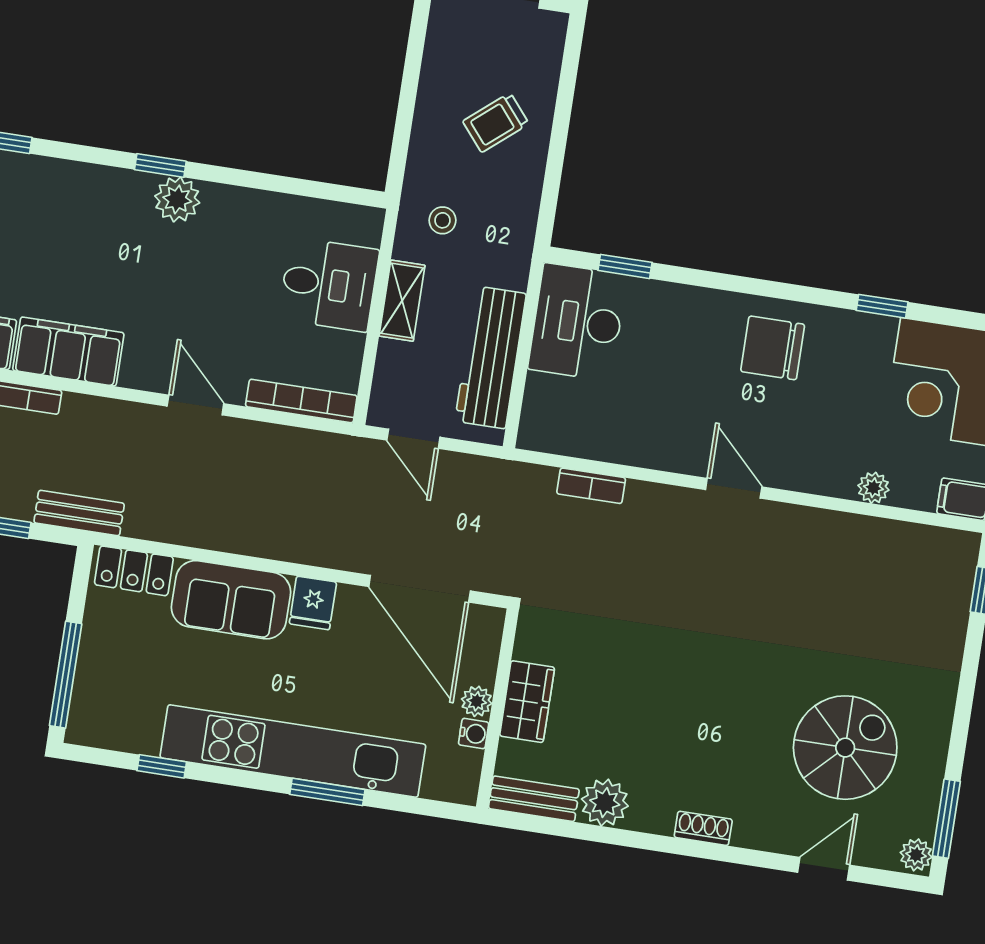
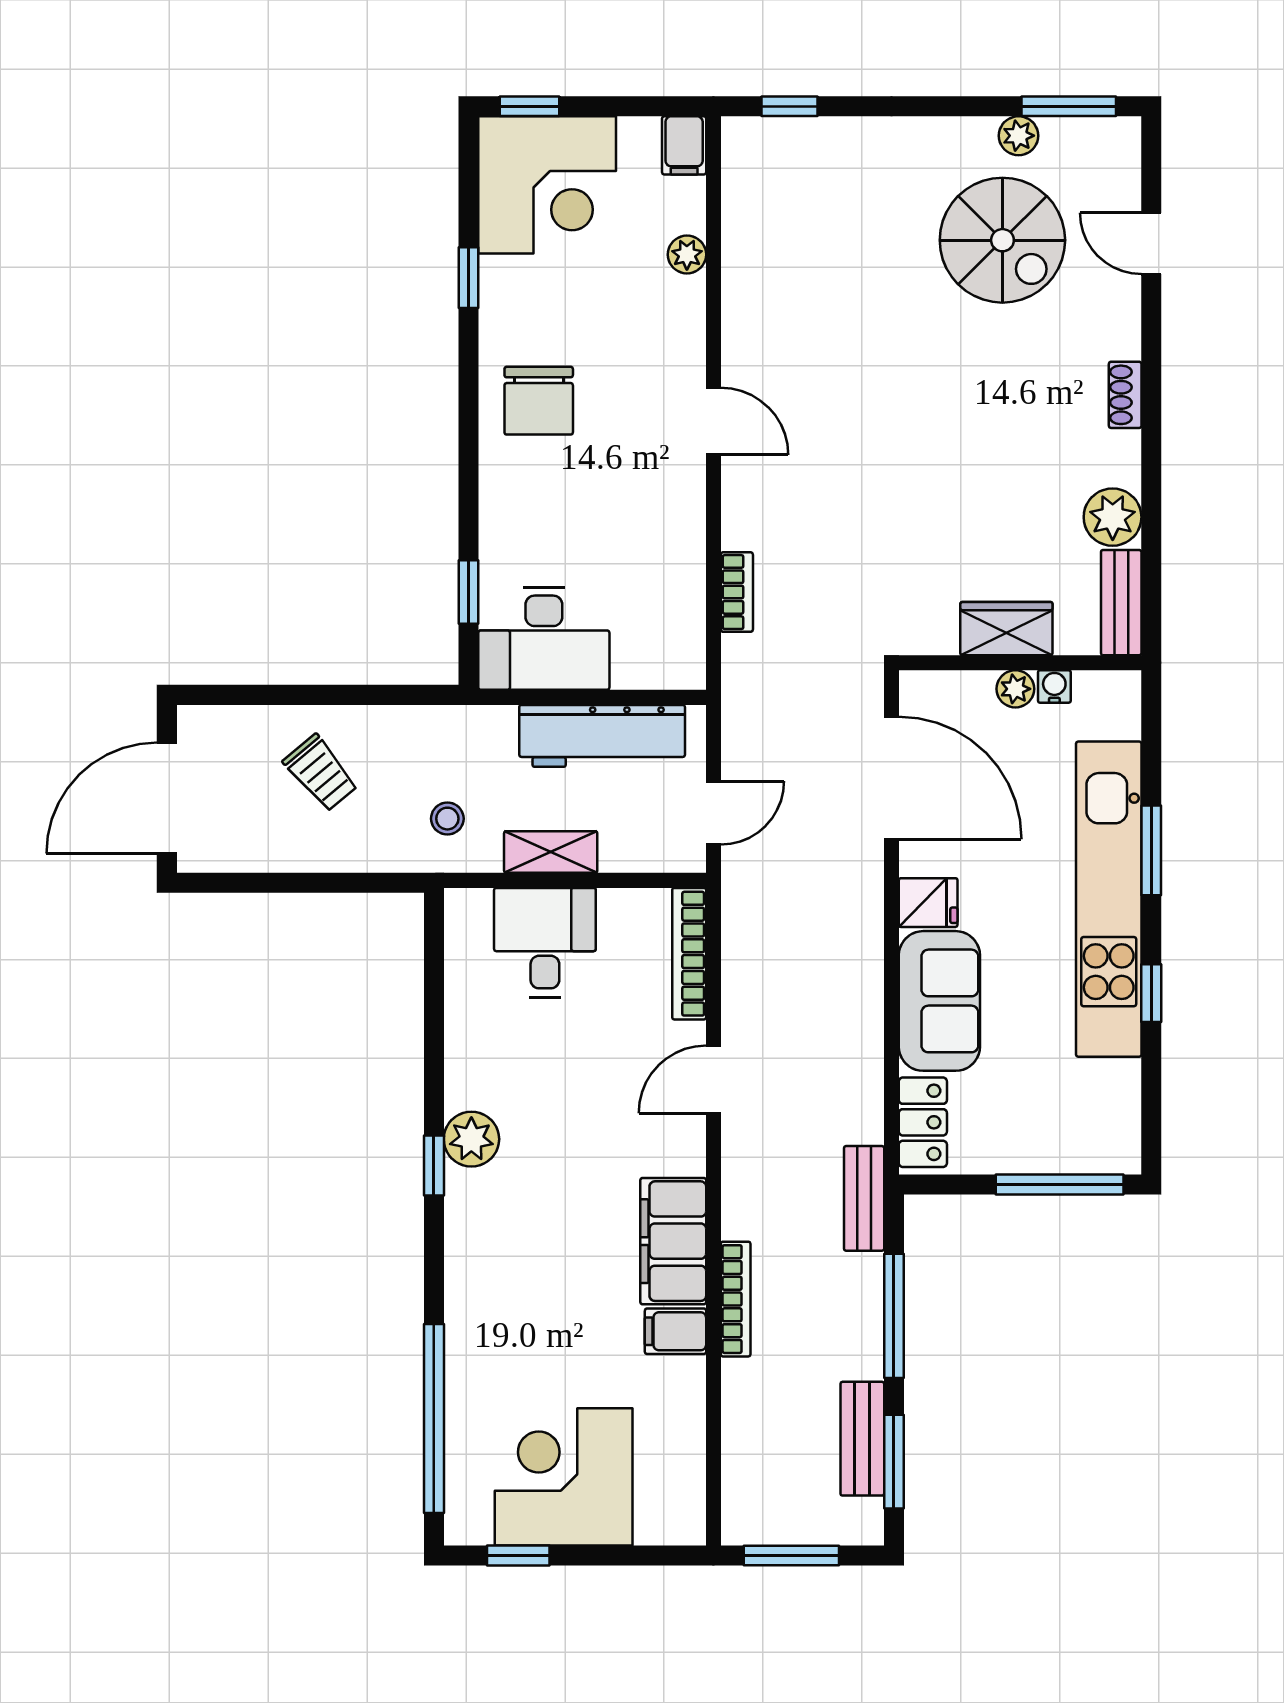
door: (734, 488) -> (713, 421), swing flipped
door: (420, 589) -> (892, 778), hinge flipped
spiral stairs: (845, 748) -> (1002, 240), turned 180
window: (162, 766) -> (1151, 993), moved
plant: (916, 855) -> (1019, 136), moved

